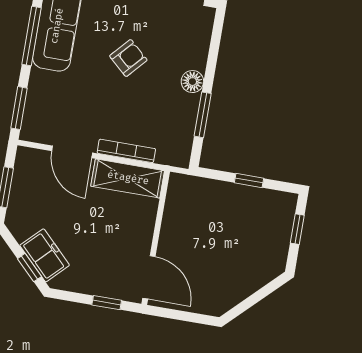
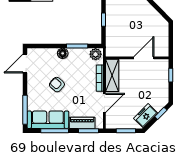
piano: (38, 98) -> (82, 123), added
plant: (179, 151) -> (96, 54), added
freezer: (45, 255) -> (146, 116), moved
door: (149, 277) -> (144, 58), moved

